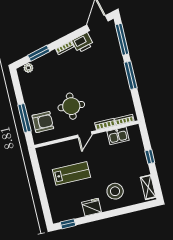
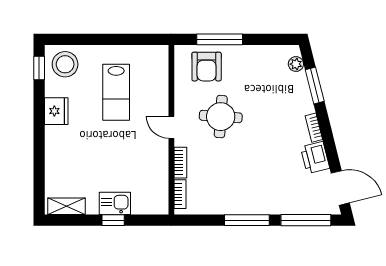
kitchen sink: (118, 136) -> (115, 203), moved, turned 90
stool: (115, 191) -> (65, 64), moved

